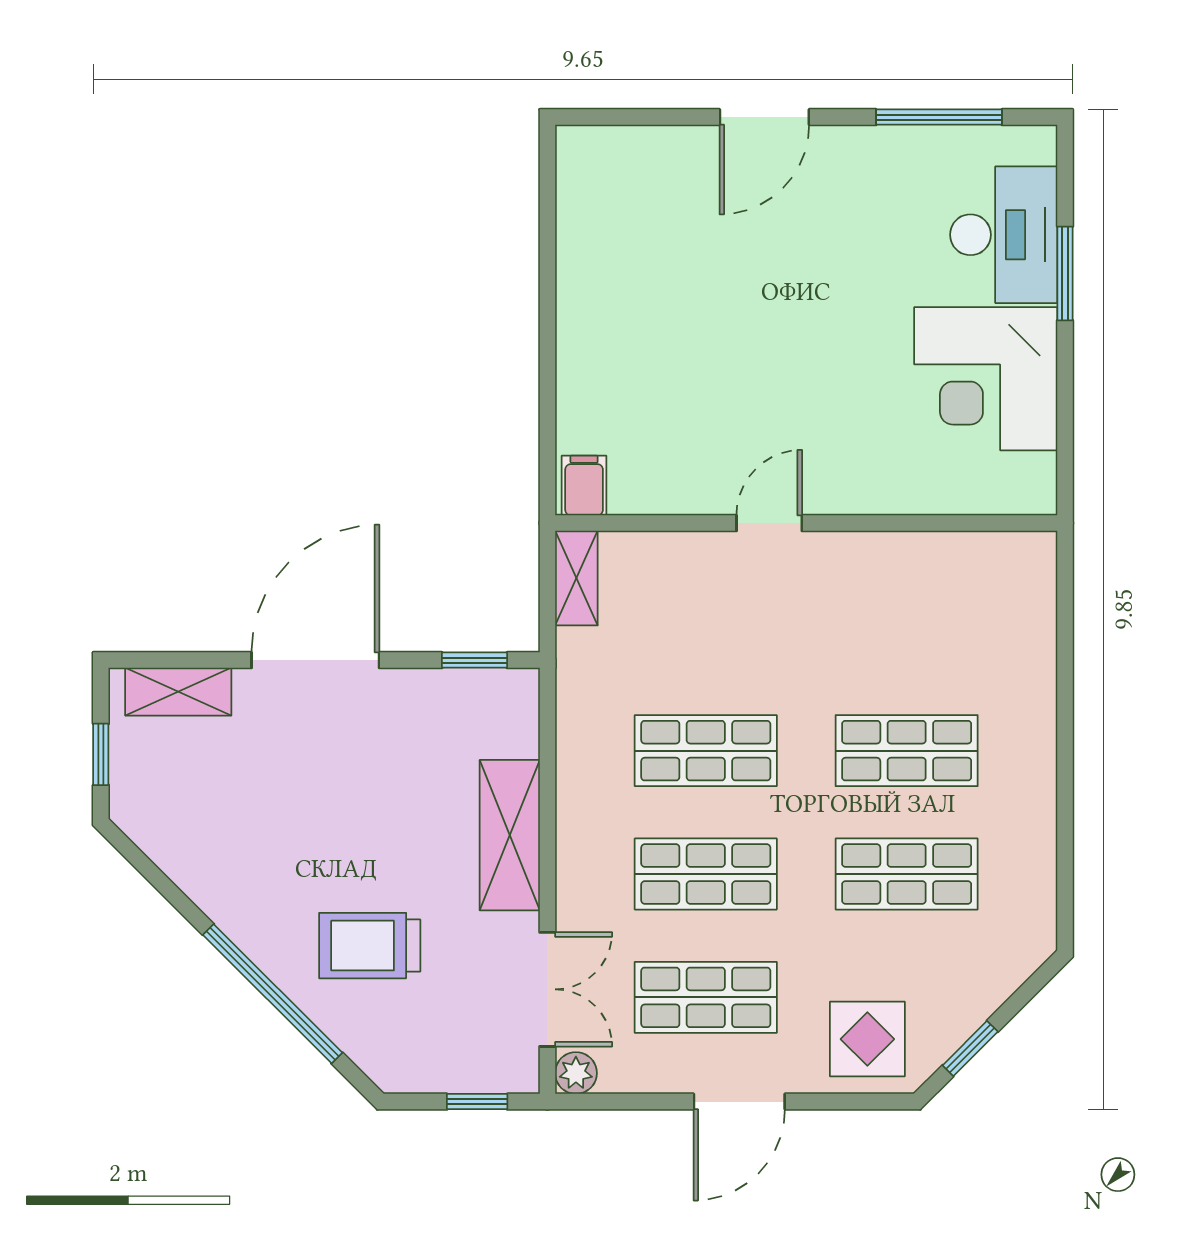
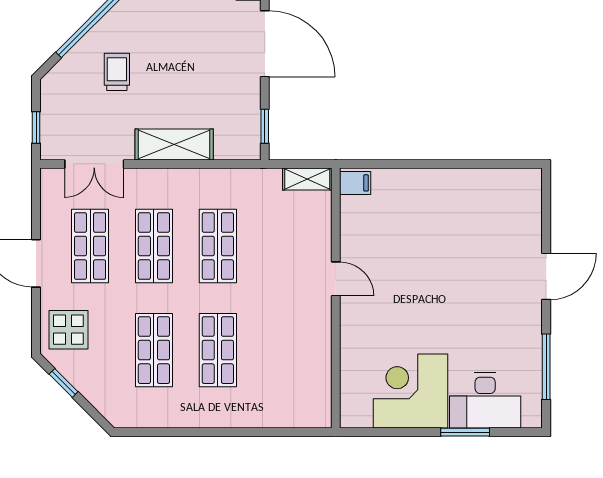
door: (764, 117) -> (546, 276), swing flipped
trolley: (370, 946) -> (117, 72), width x0.73, depth x0.72
plant: (576, 1073) -> (51, 179), removed

